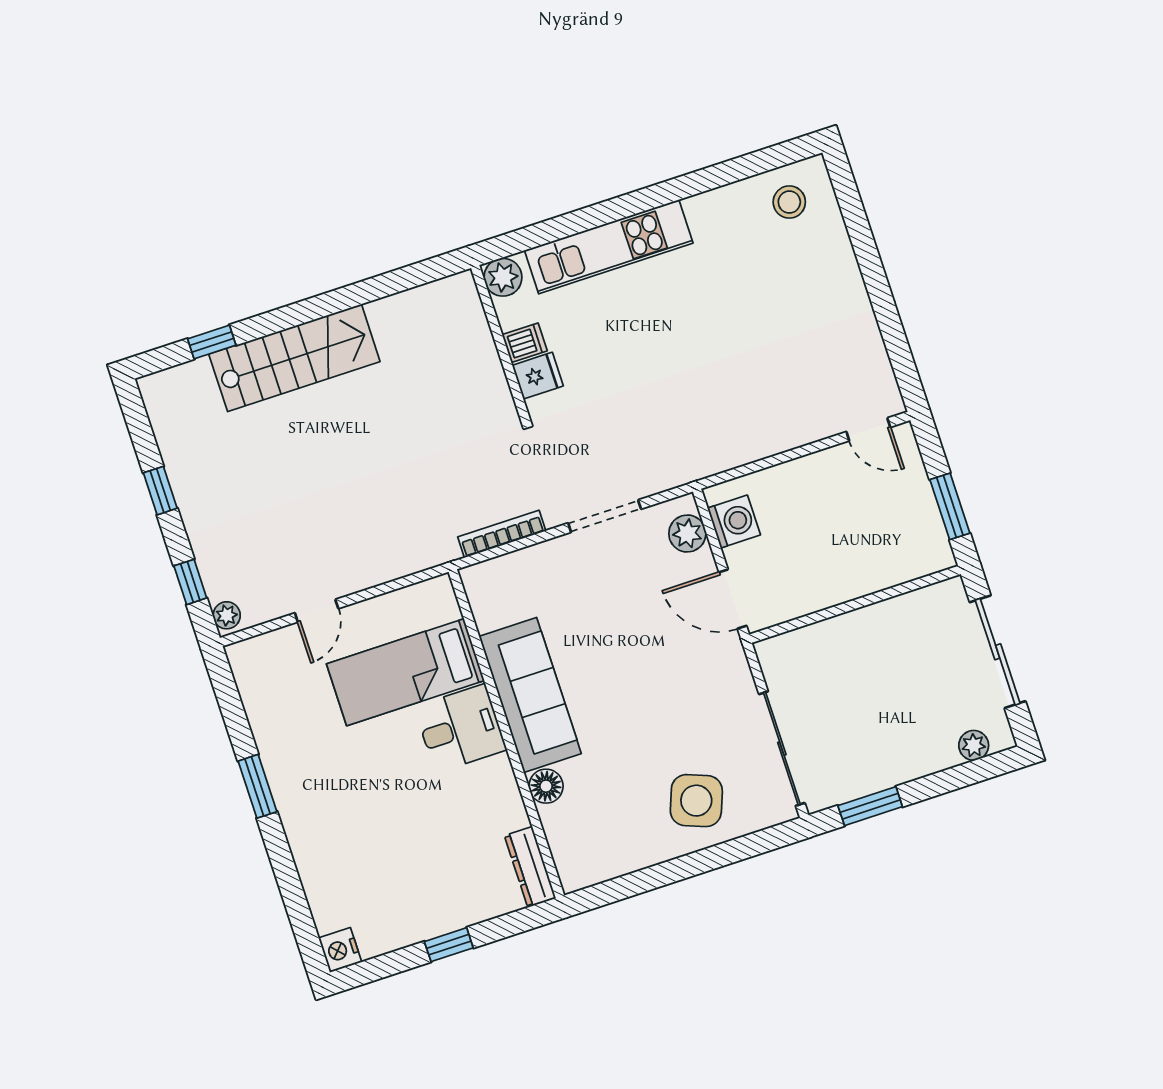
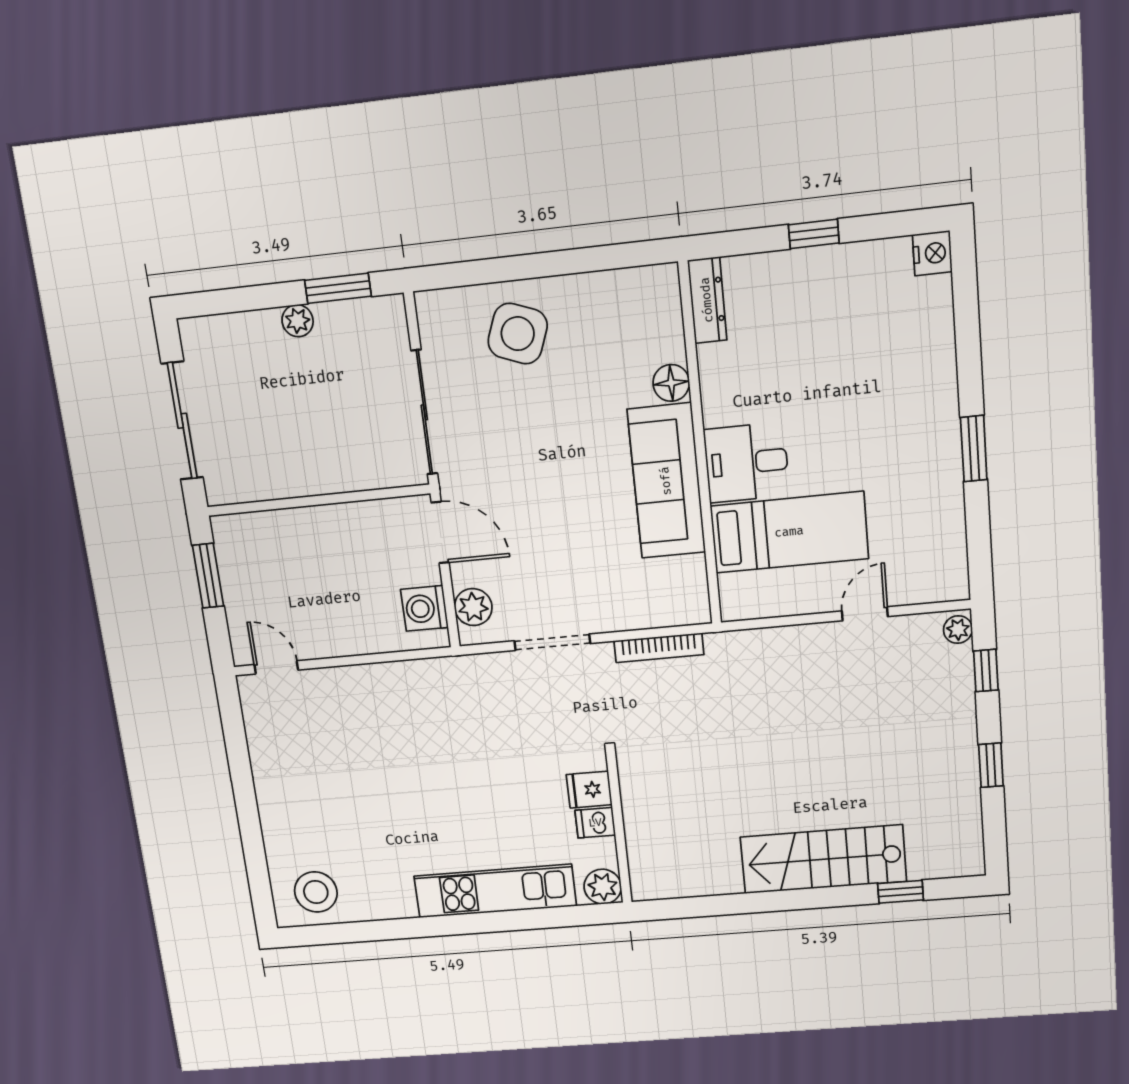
stool: (789, 202) -> (316, 892), width x1.38, depth x1.38
plant: (974, 745) -> (298, 321), moved
sliding door: (782, 749) -> (424, 412), moved

